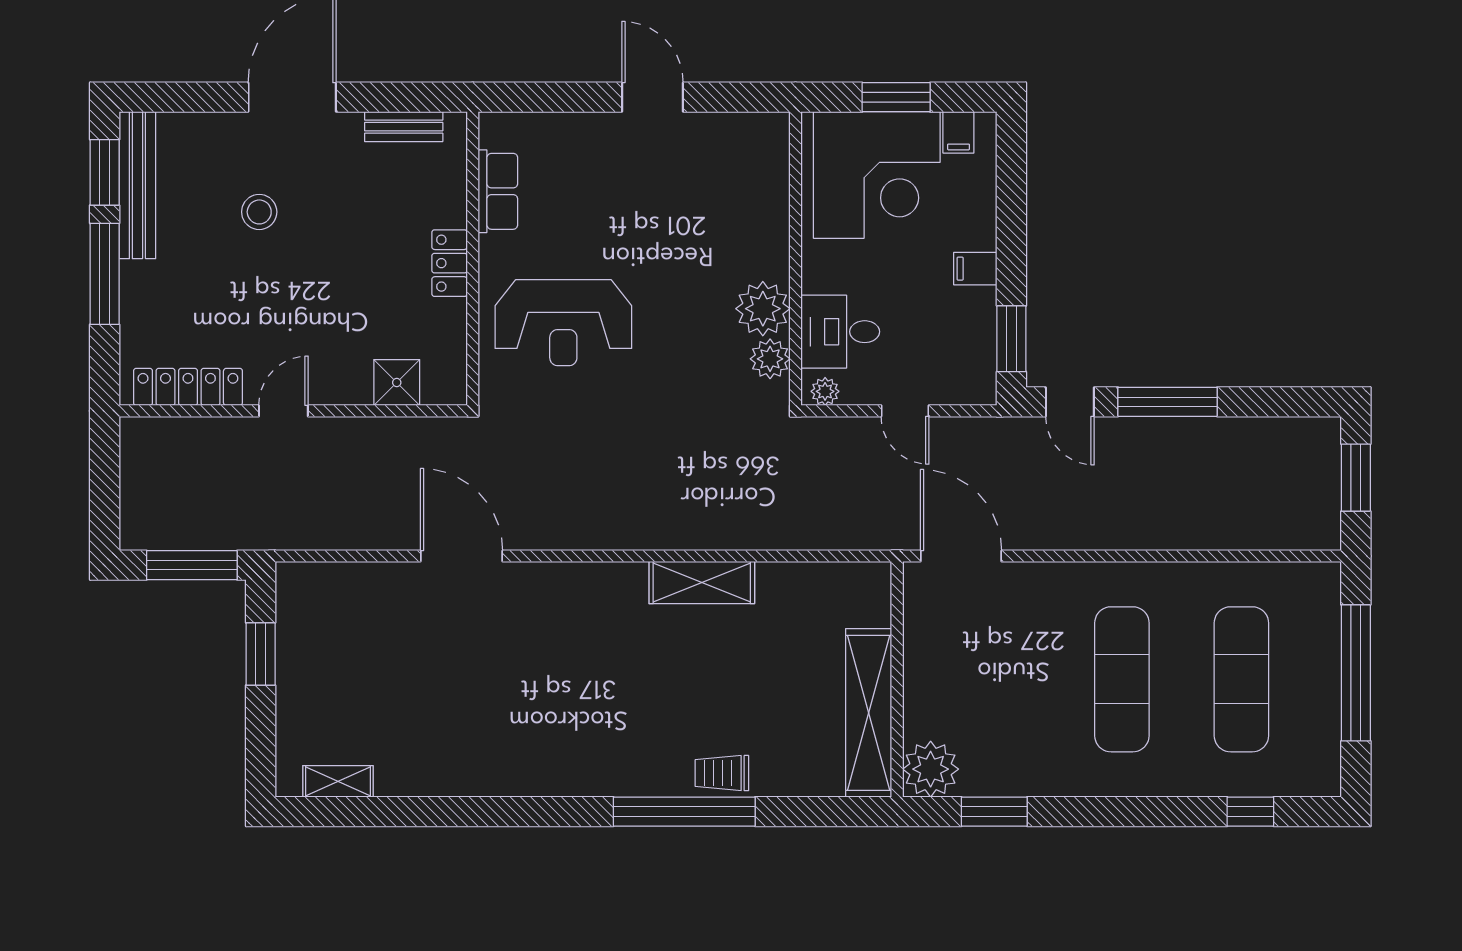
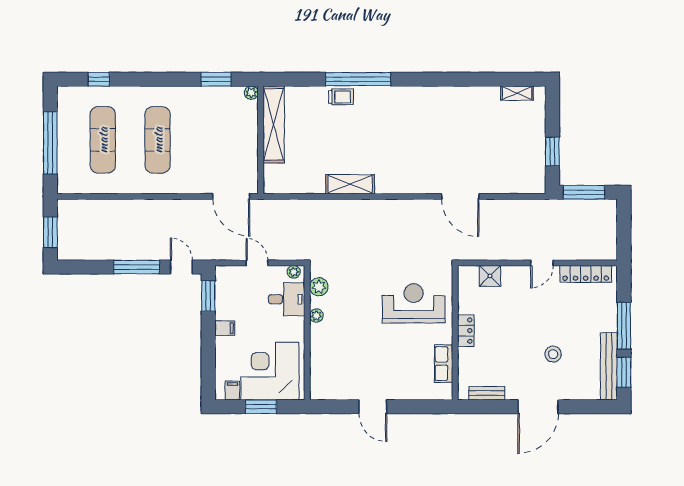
plant: (763, 309) -> (316, 316), width x0.53, depth x0.53
plant: (931, 769) -> (251, 93), width x0.53, depth x0.53

